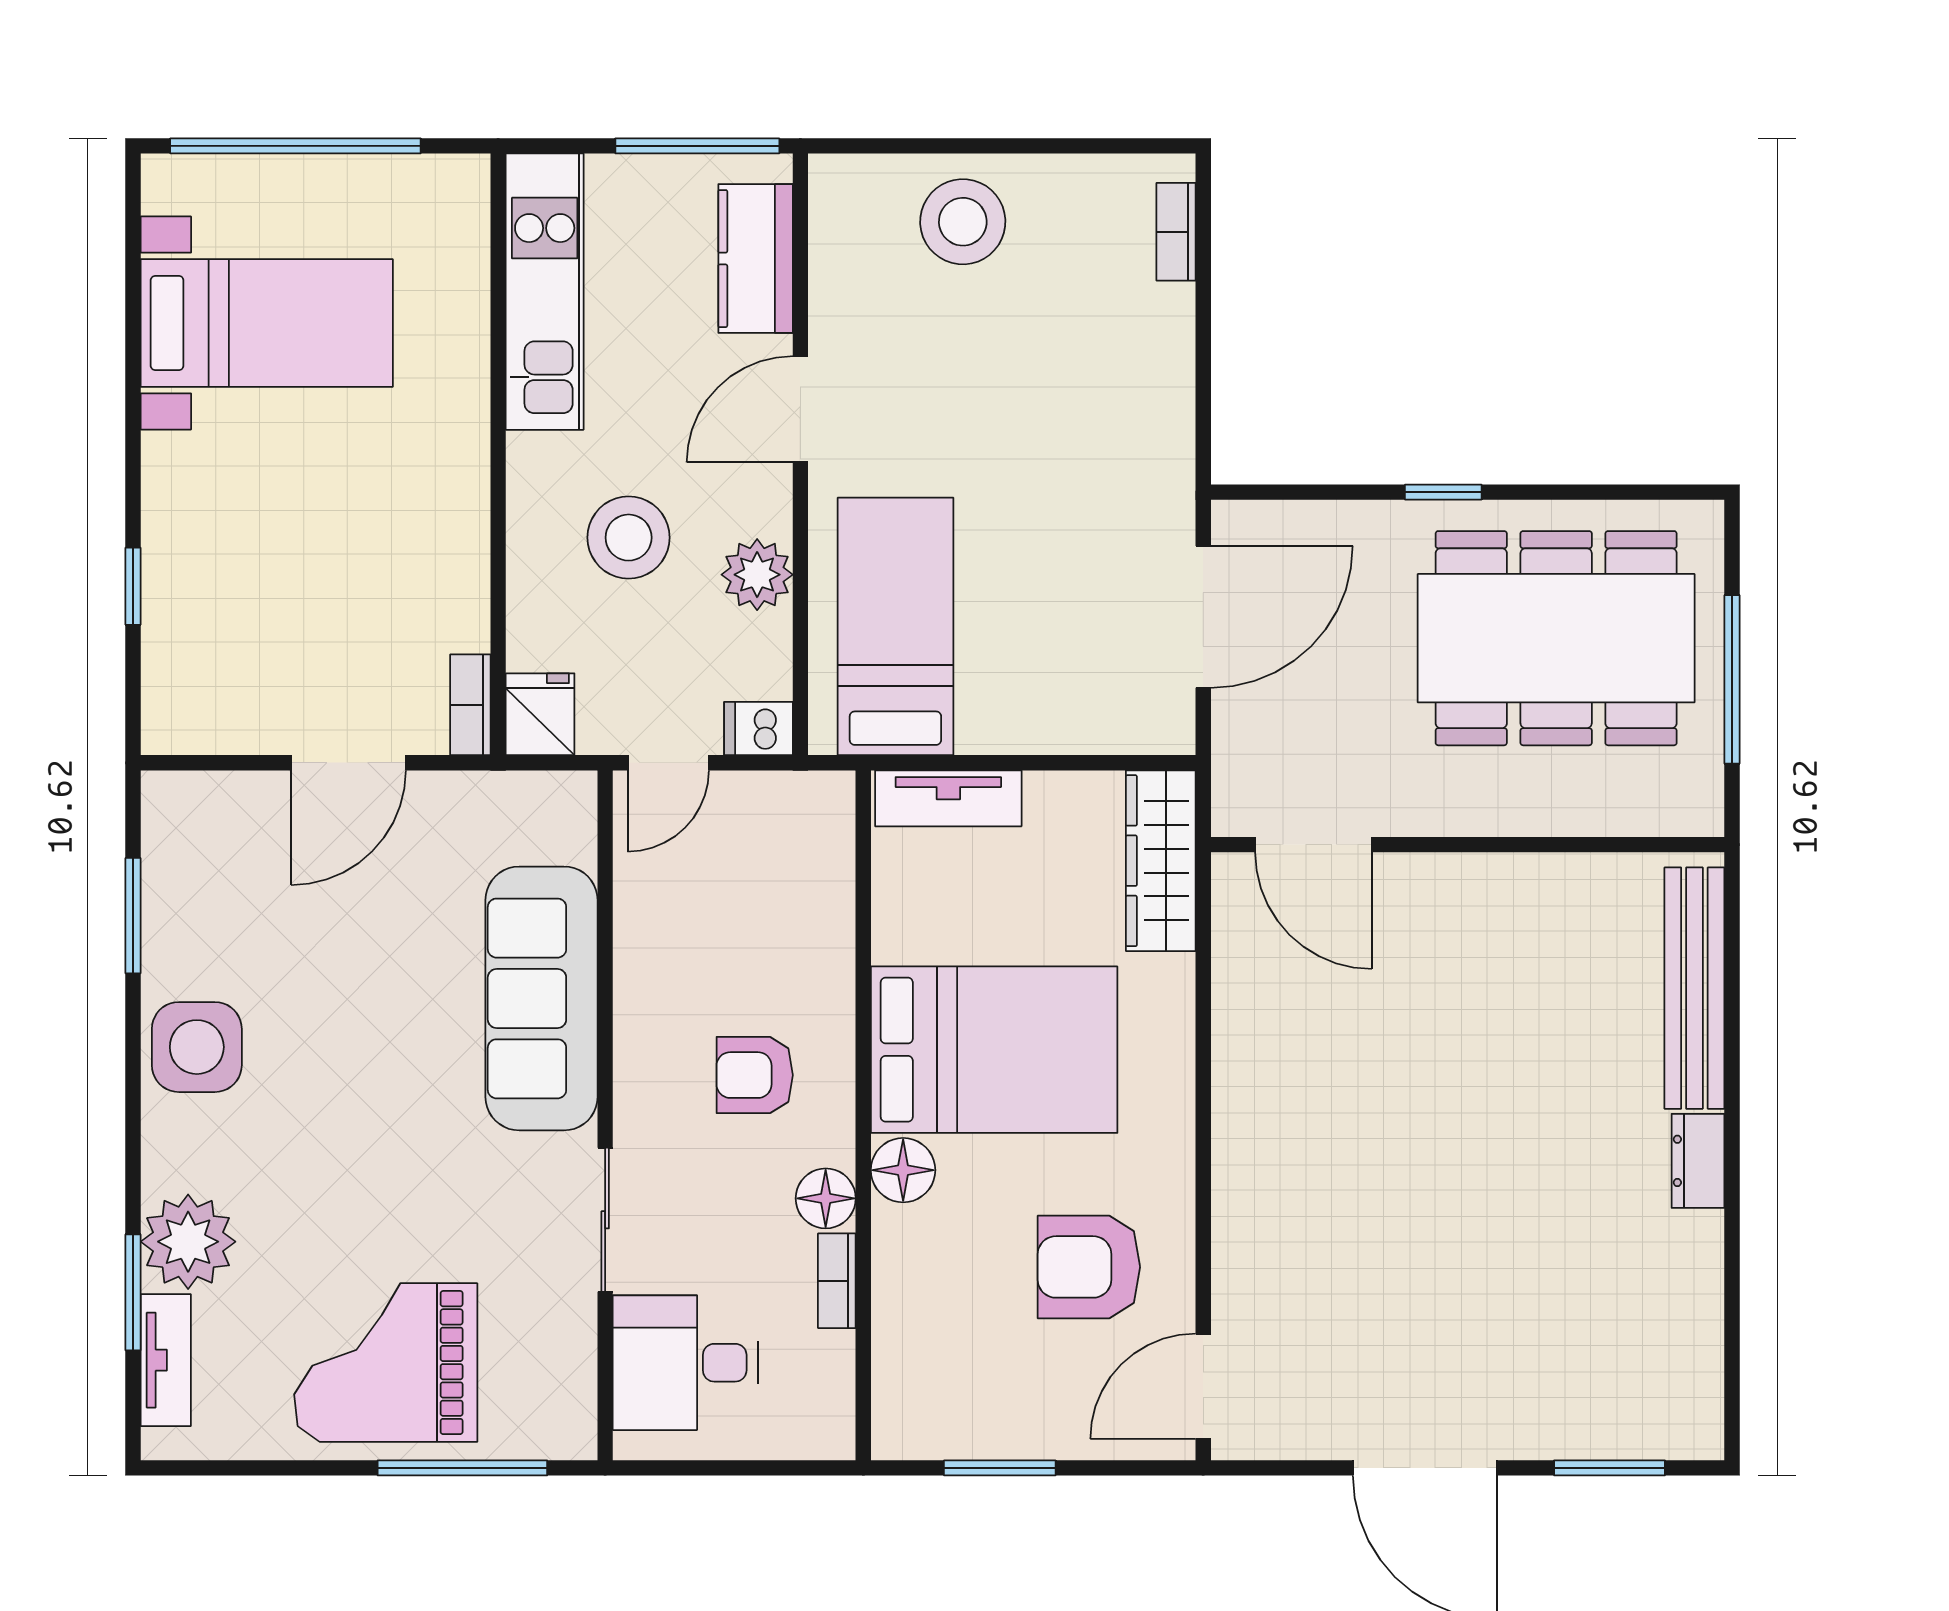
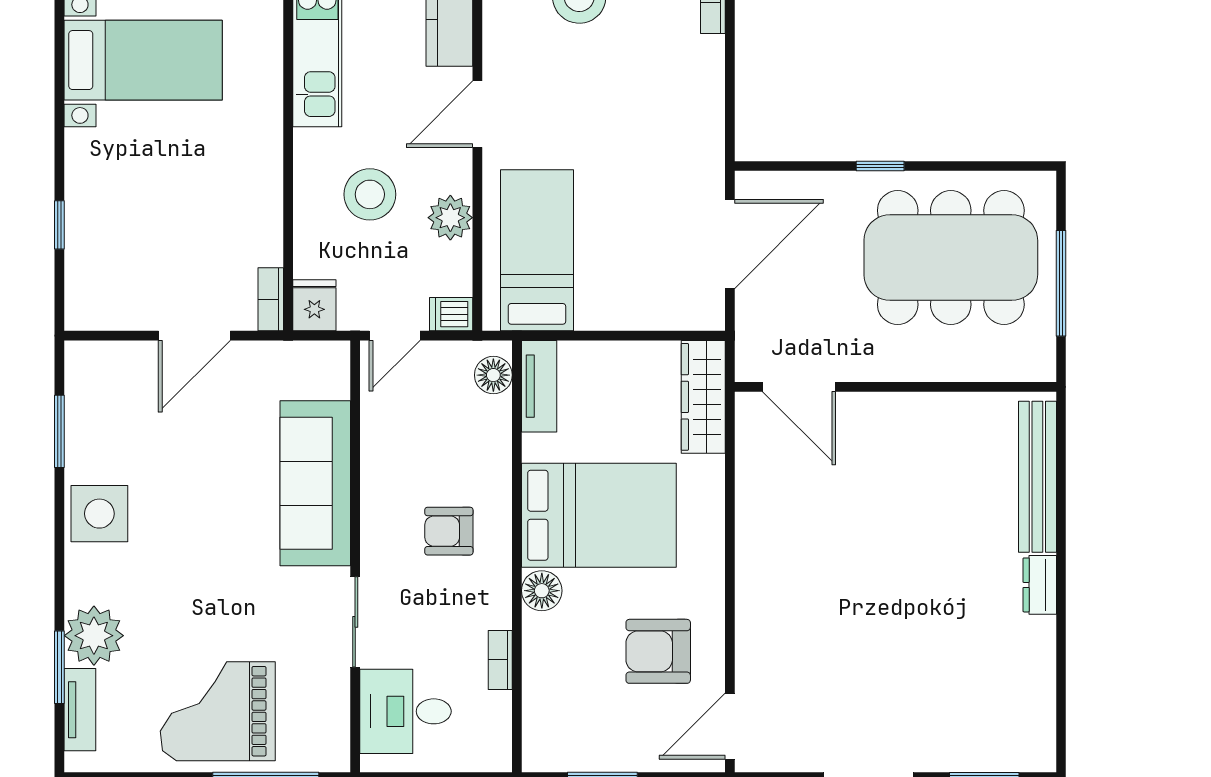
tv unit: (948, 798) -> (539, 386), moved, turned -90
floor lamp: (826, 1198) -> (493, 375), moved

